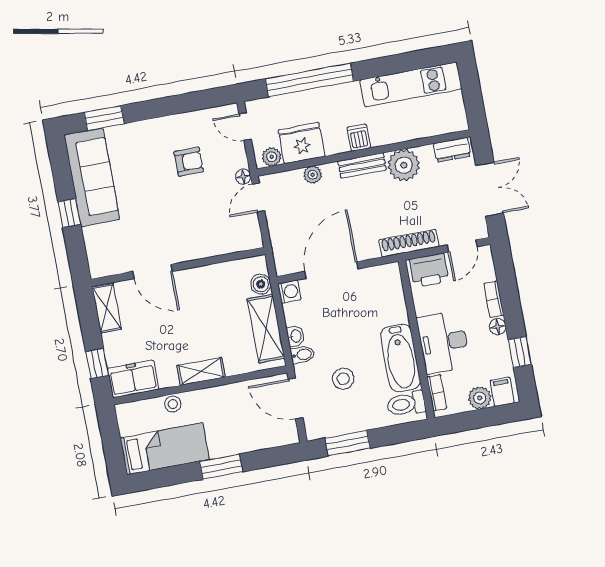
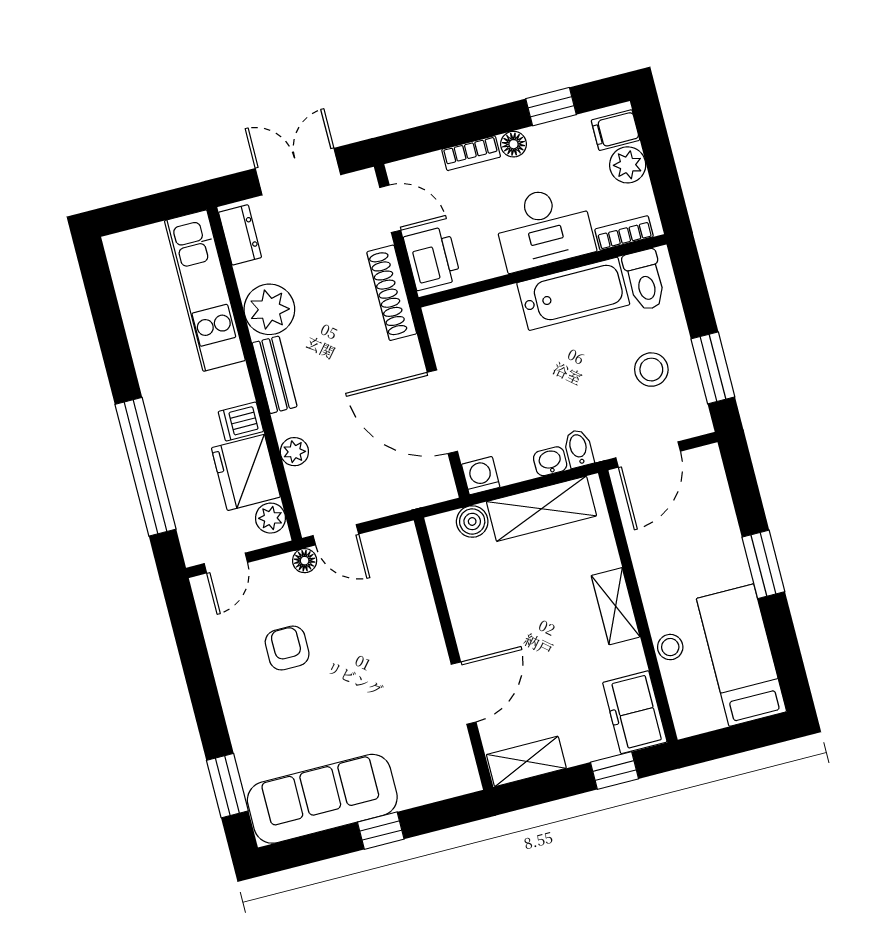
kitchen unit: (411, 84) -> (205, 291), moved, turned 180
dishwasher: (359, 138) -> (241, 422), moved
stool: (343, 379) -> (651, 370), moved

